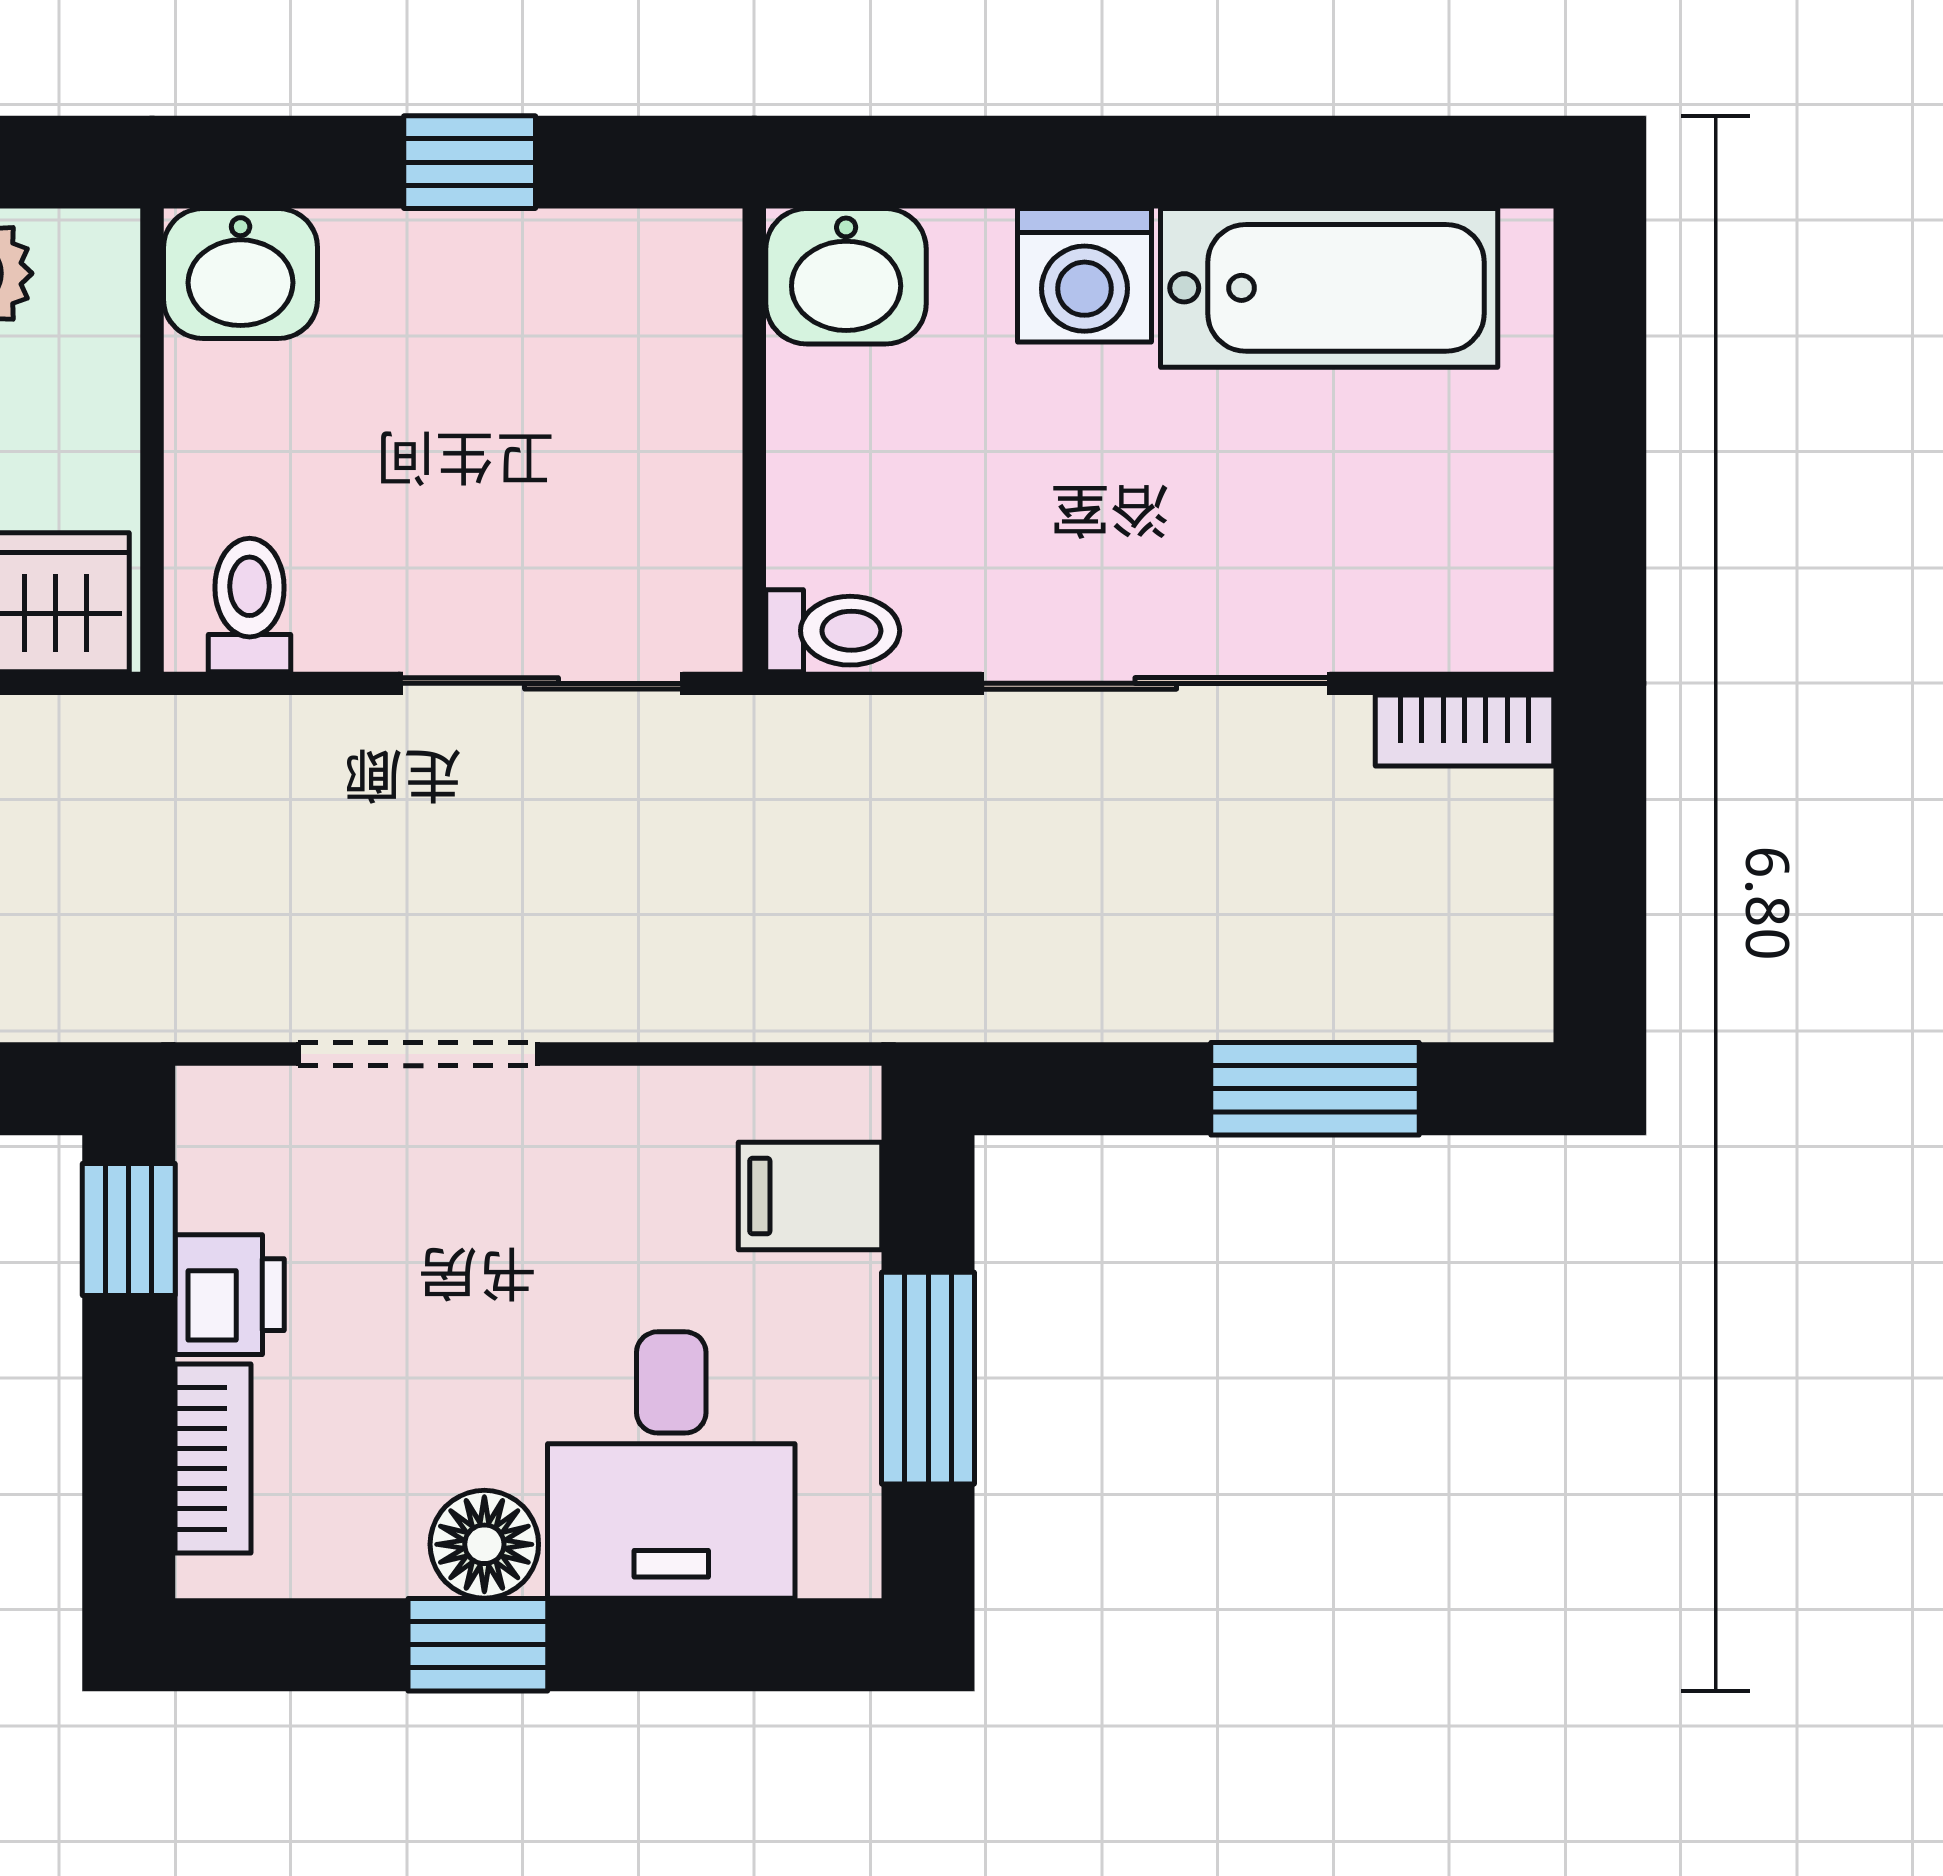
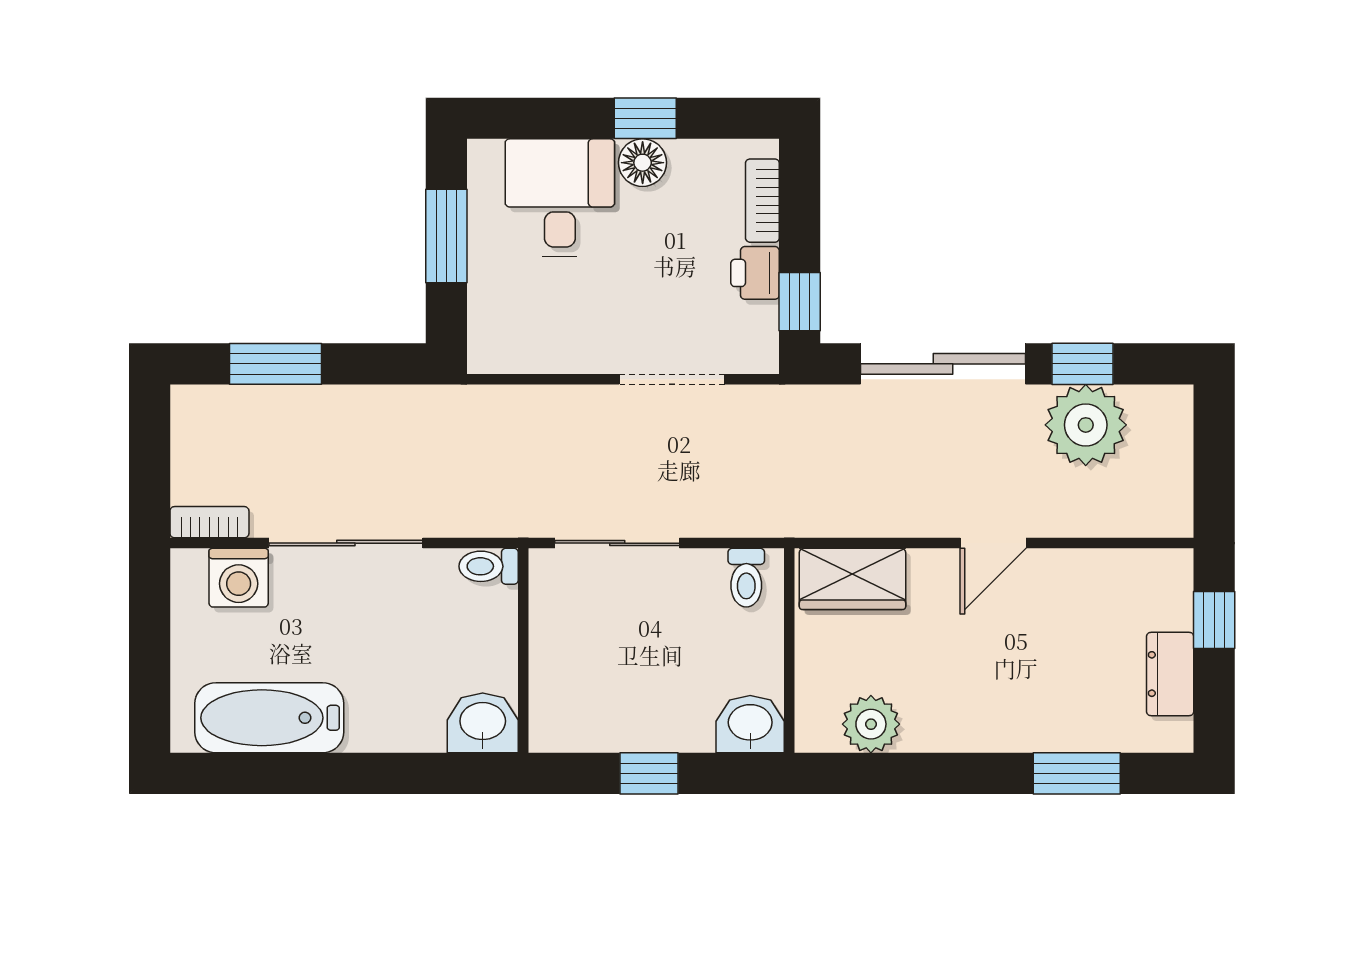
washing machine: (1085, 275) -> (239, 578), moved, turned 180
filing cabinet: (810, 1196) -> (499, 317), removed

